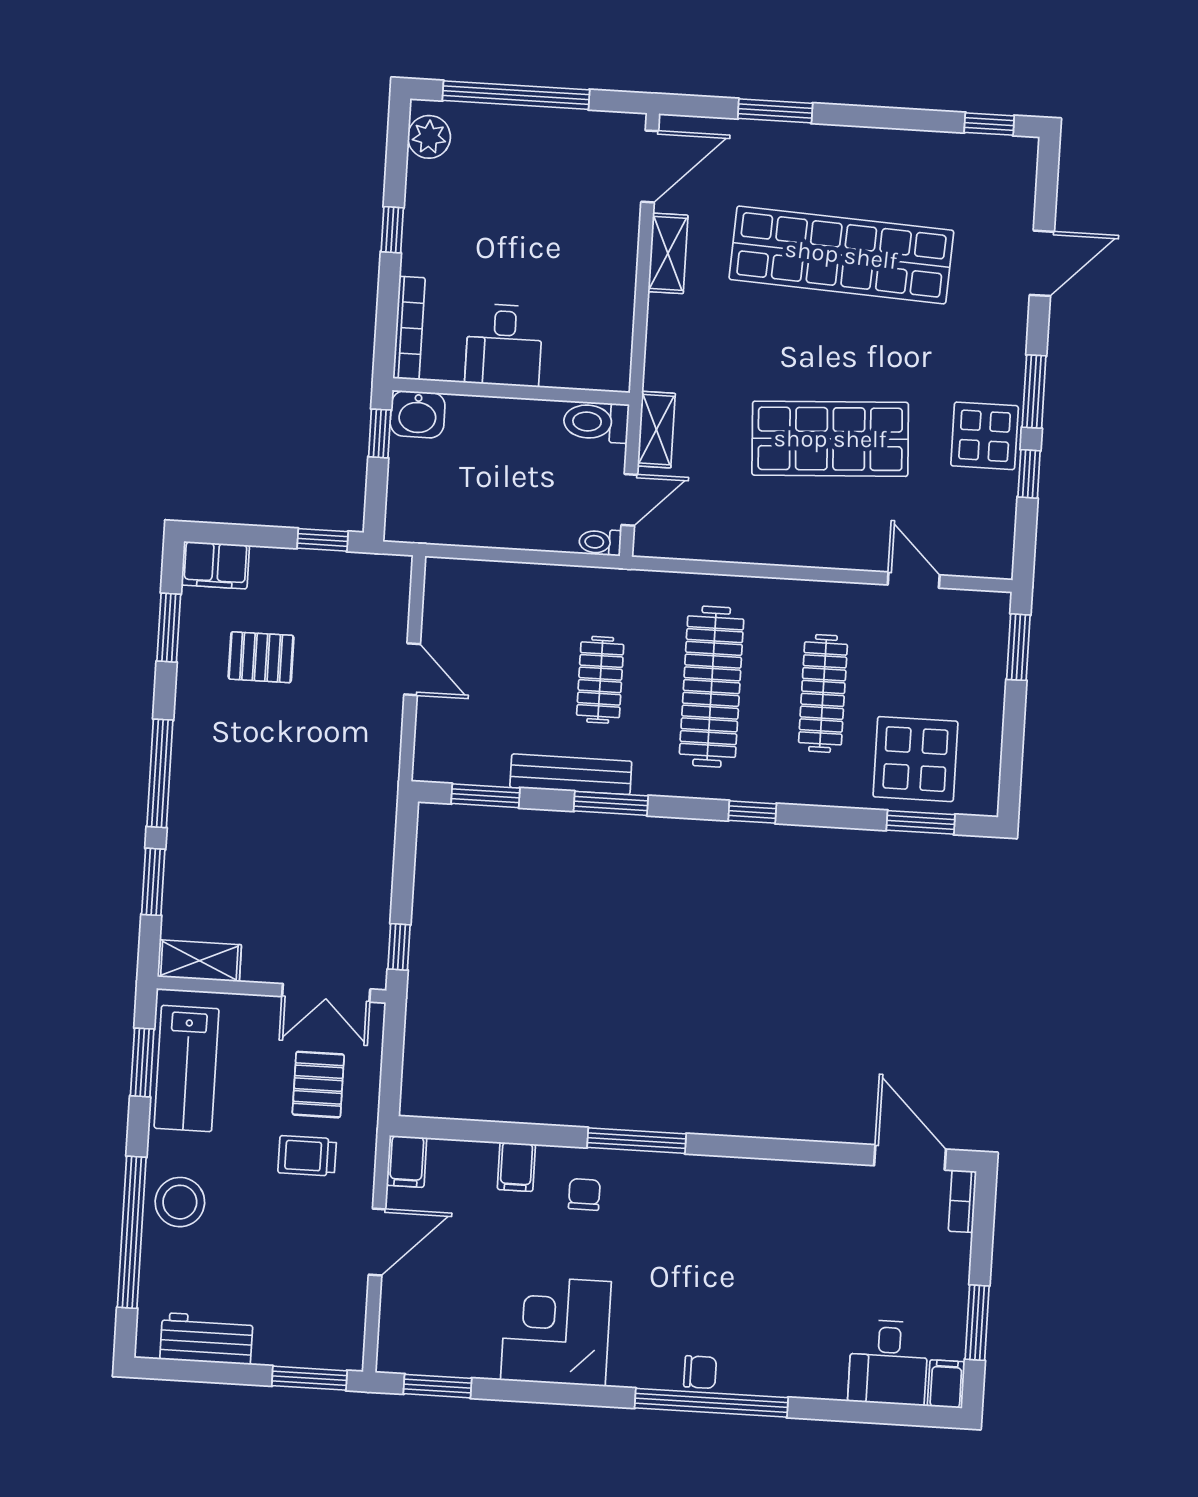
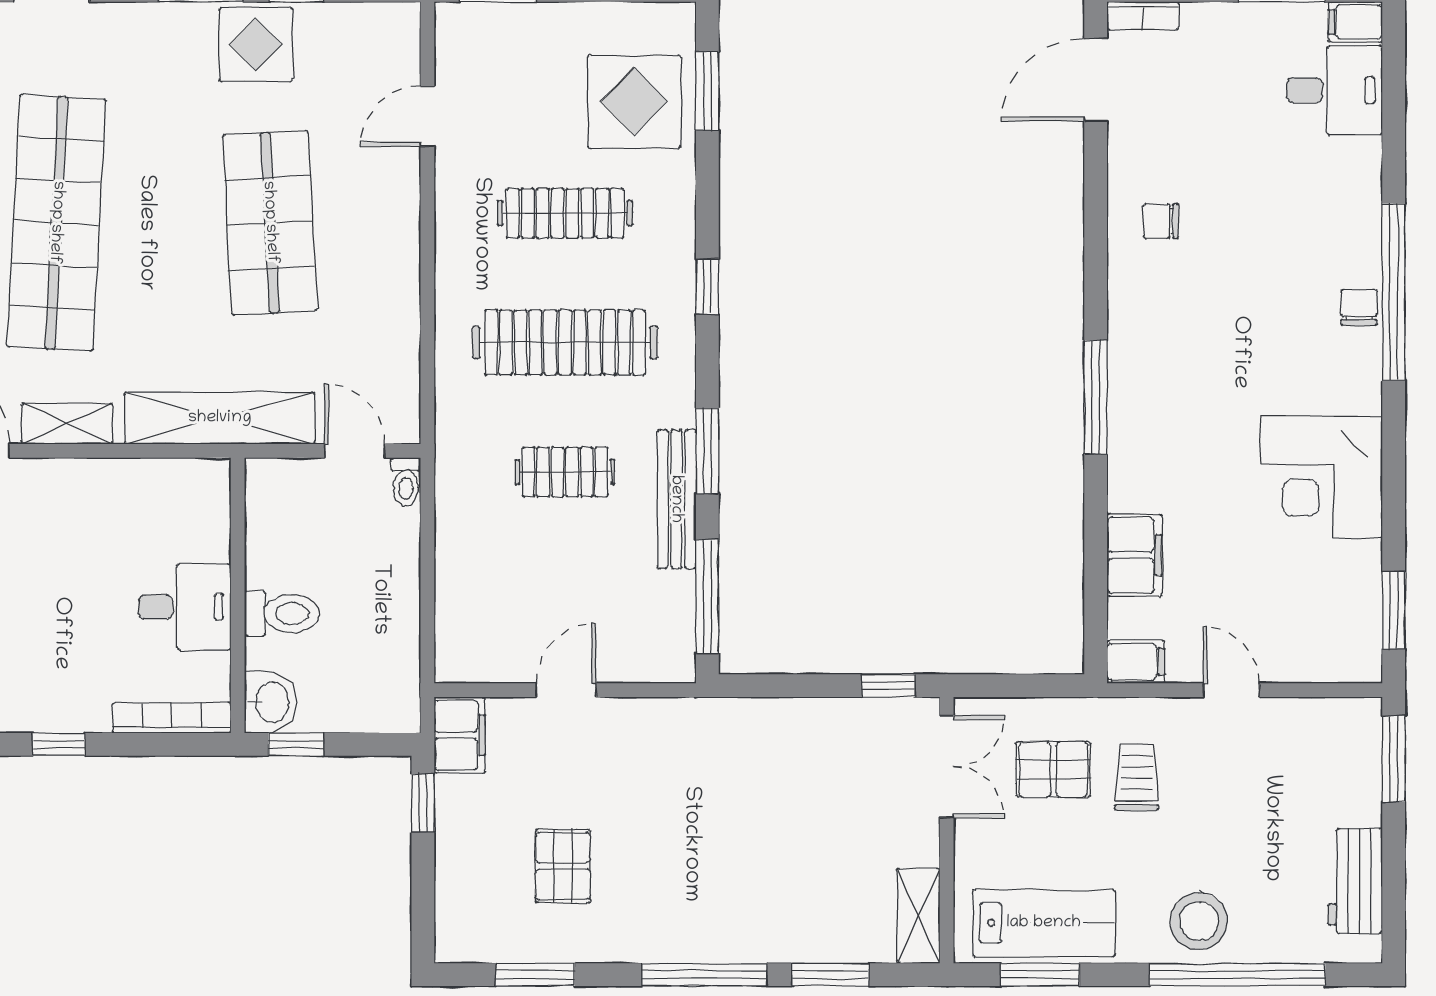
toilet: (596, 422) -> (282, 614), moved, turned -90
shelving: (656, 430) -> (220, 418), width x2.20, depth x1.33
filing cabinet: (215, 565) -> (460, 735), moved
window: (486, 796) -> (707, 596), width x1.44
trolley: (307, 1156) -> (1137, 777), turned 180
filing cabinet: (516, 1167) -> (1134, 555), width x2.00
chair: (584, 1194) -> (1161, 221), moved
door: (377, 1242) -> (1231, 690), width x0.73

